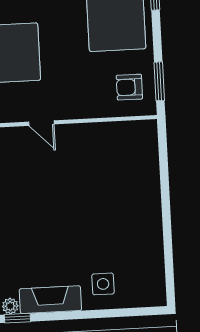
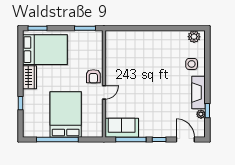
armchair: (129, 87) -> (93, 76), moved
plant: (154, 286) -> (194, 37), added

